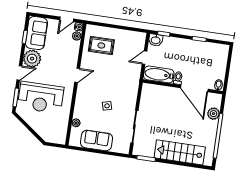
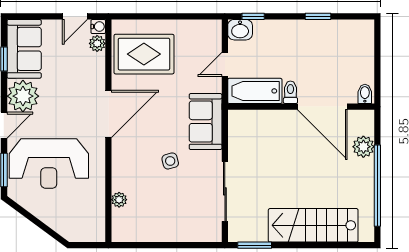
rug: (101, 45) -> (144, 54), width x1.36, depth x1.43
door: (77, 75) -> (108, 114), width x1.88
sofa: (96, 140) -> (206, 122), moved, turned -90

